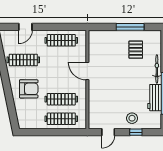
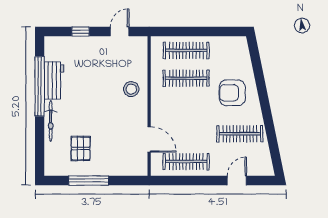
door: (87, 71) -> (149, 139), moved
stool: (132, 118) -> (131, 89), moved

